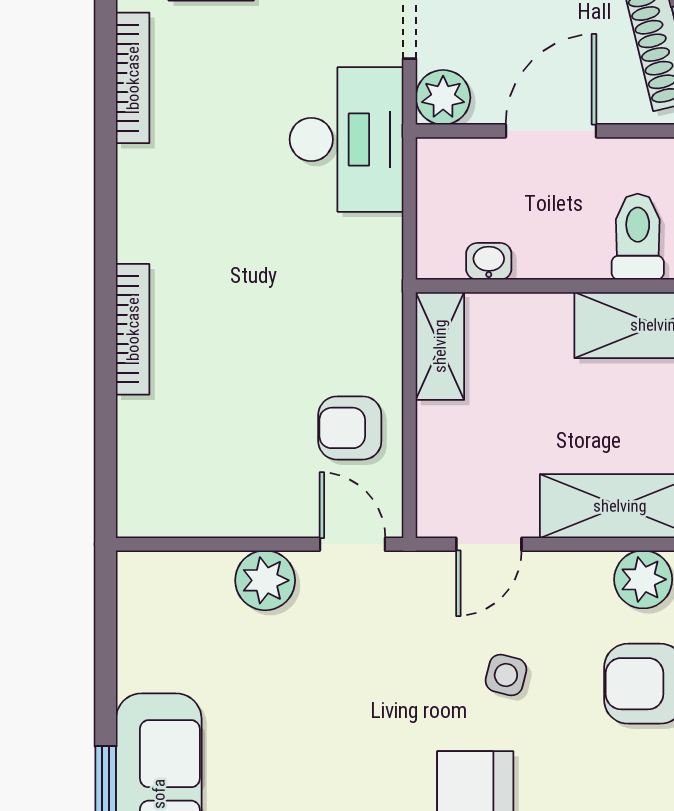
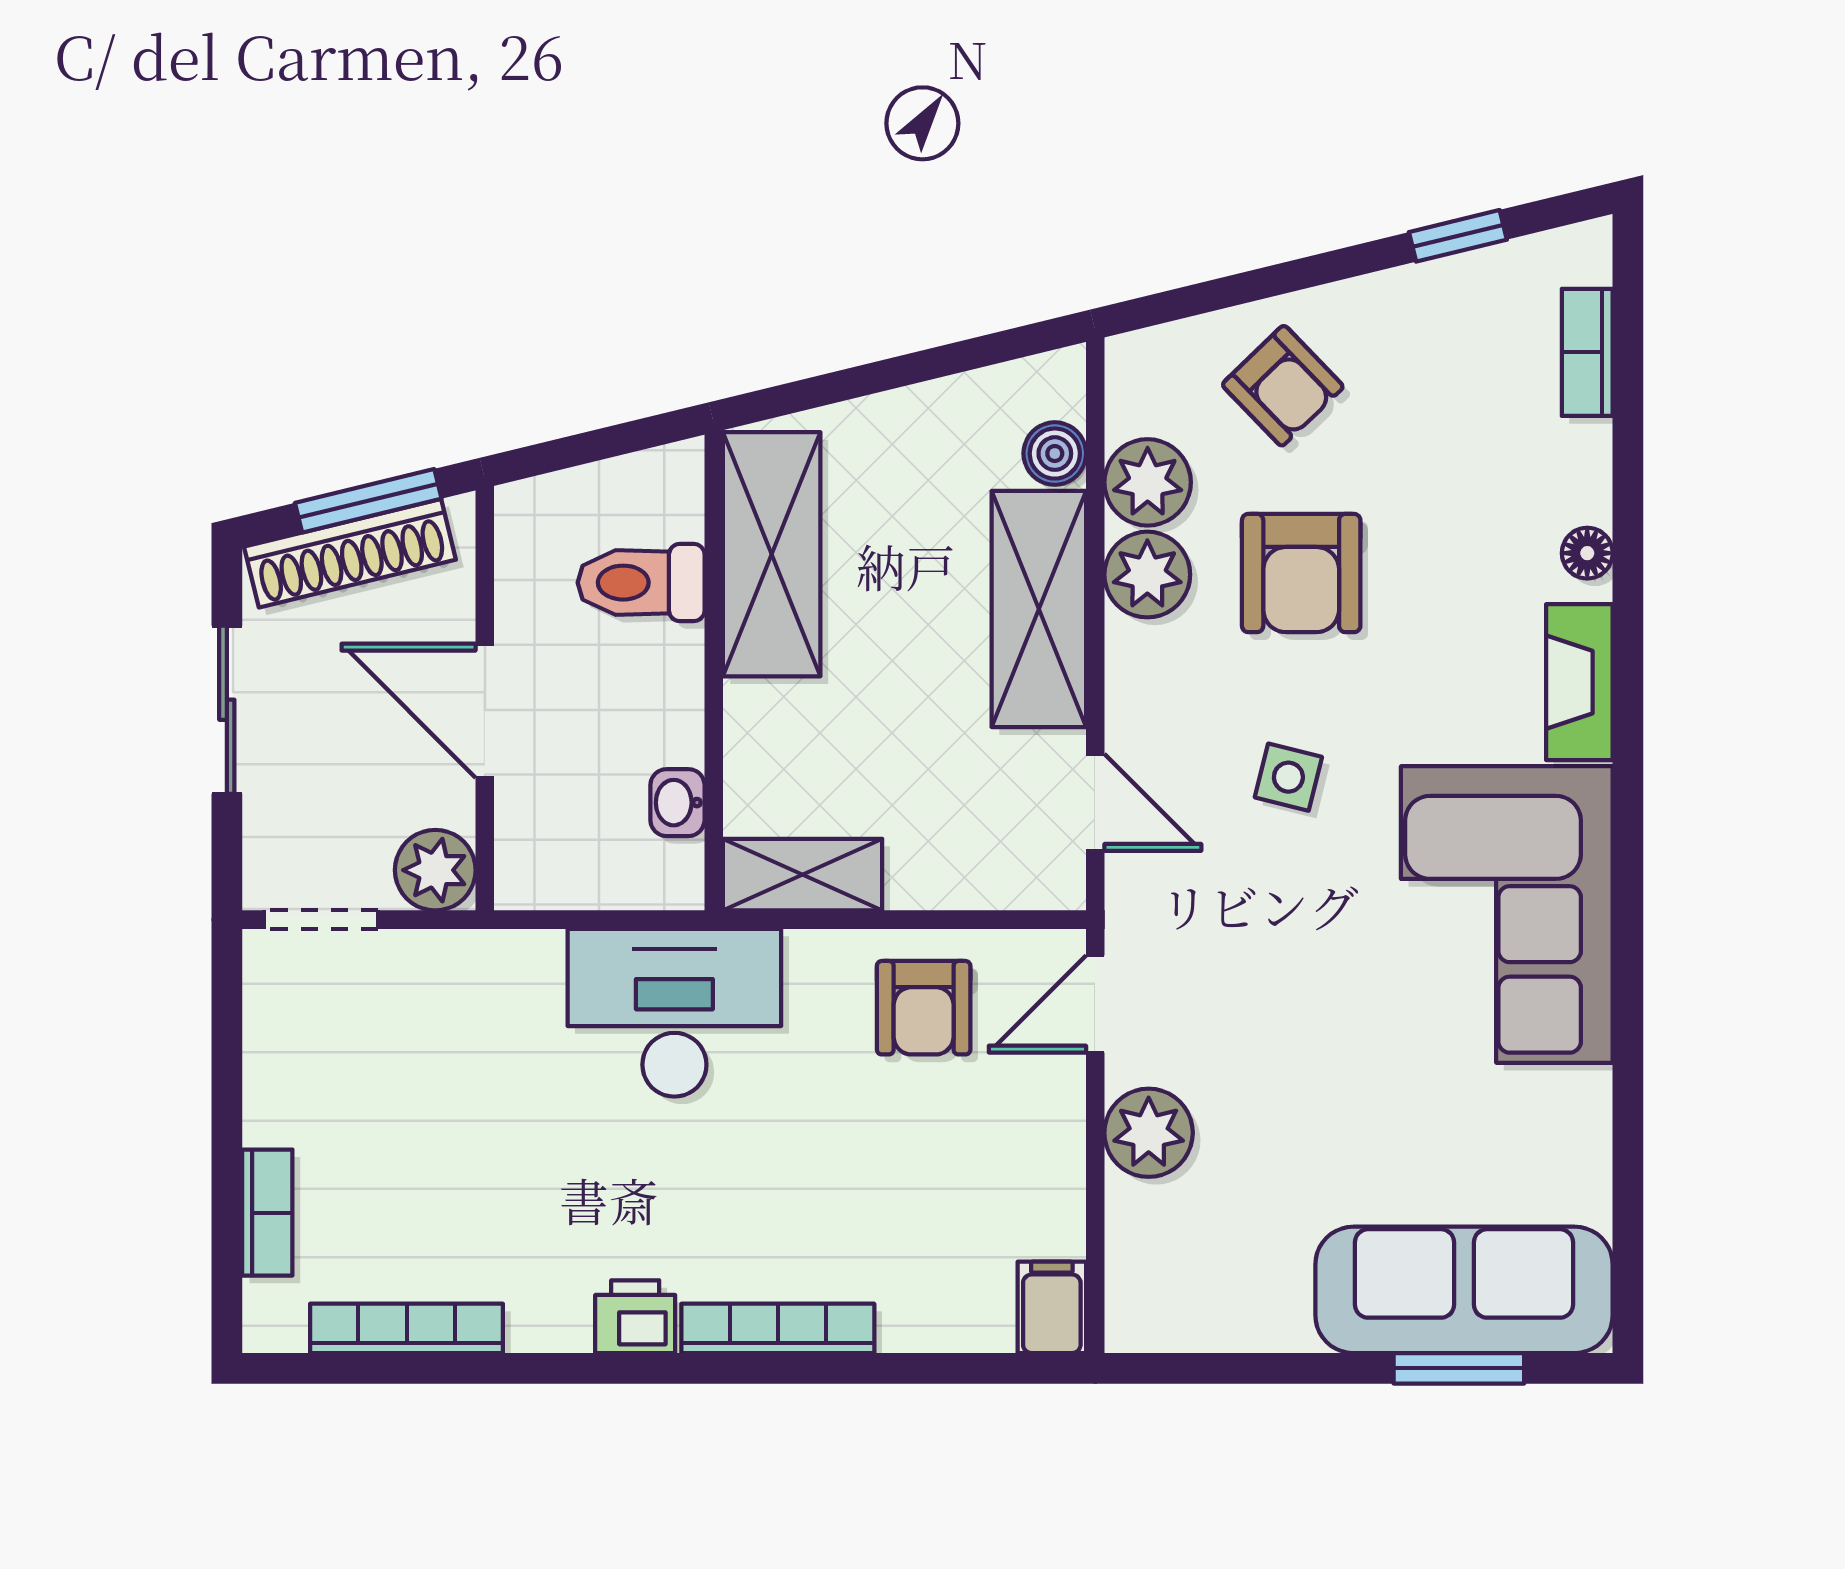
desk: (346, 139) -> (674, 1013), moved
printer: (141, 233) -> (635, 1317), added
filing cabinet: (147, 515) -> (1052, 1307), added

